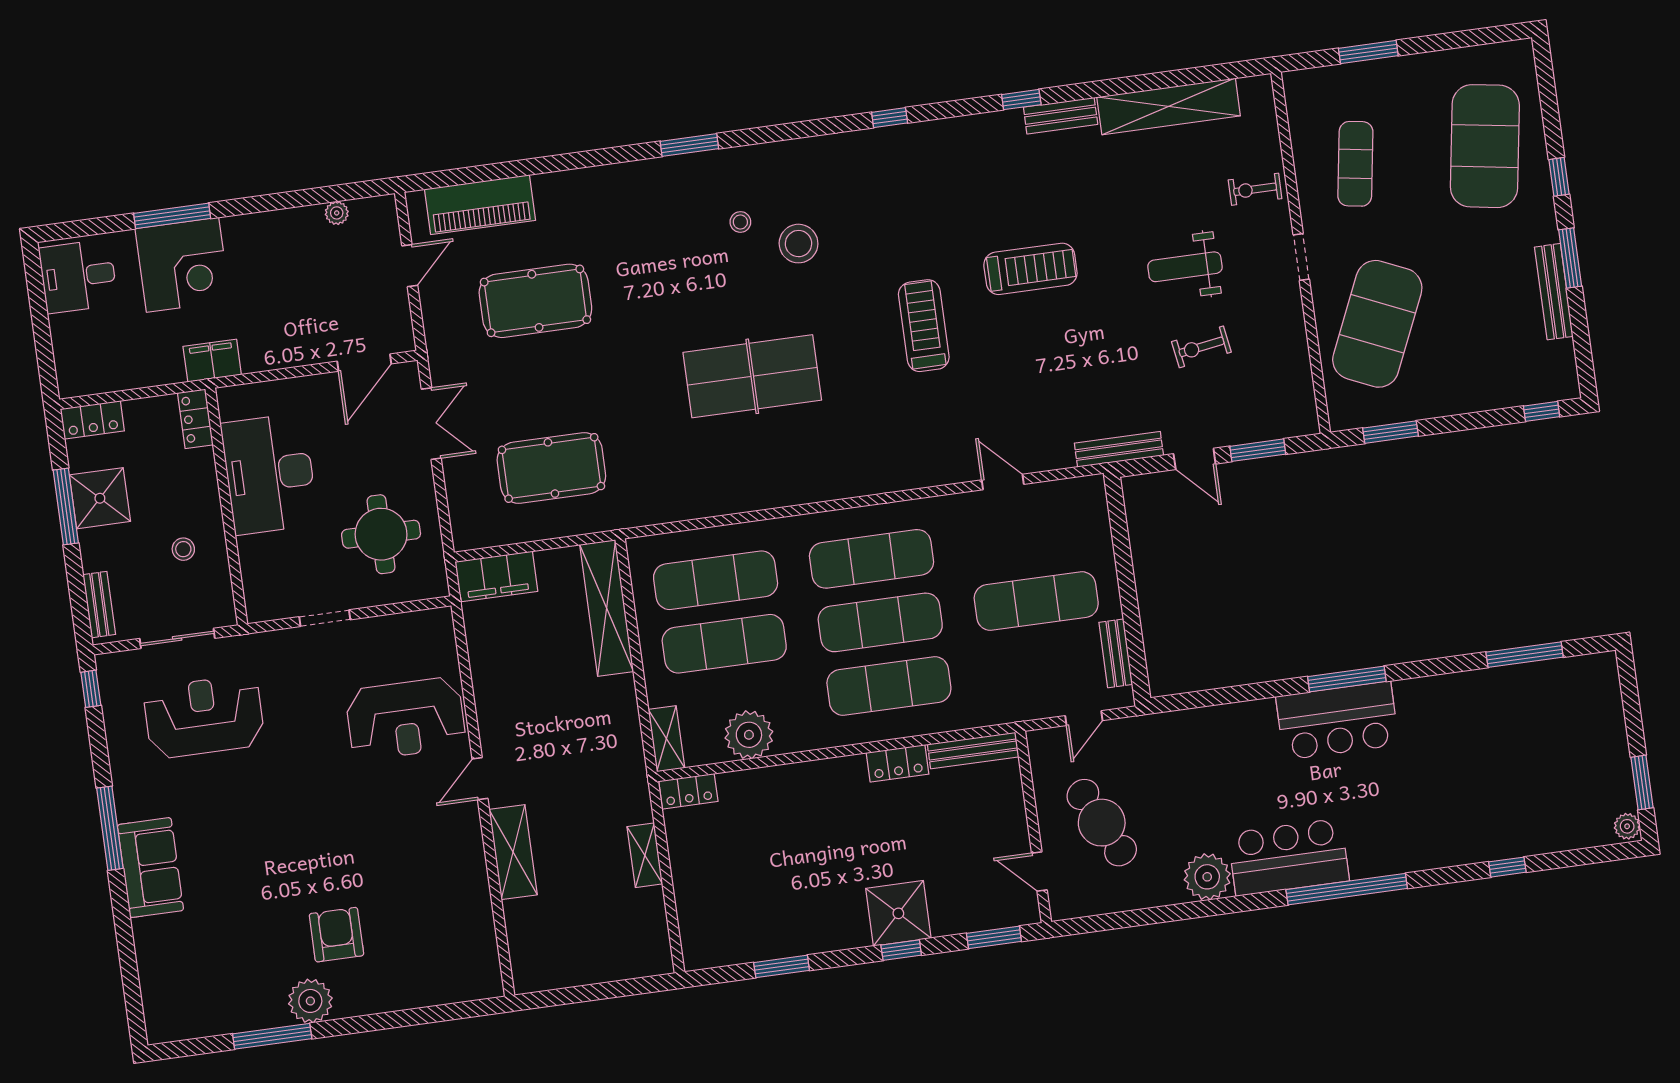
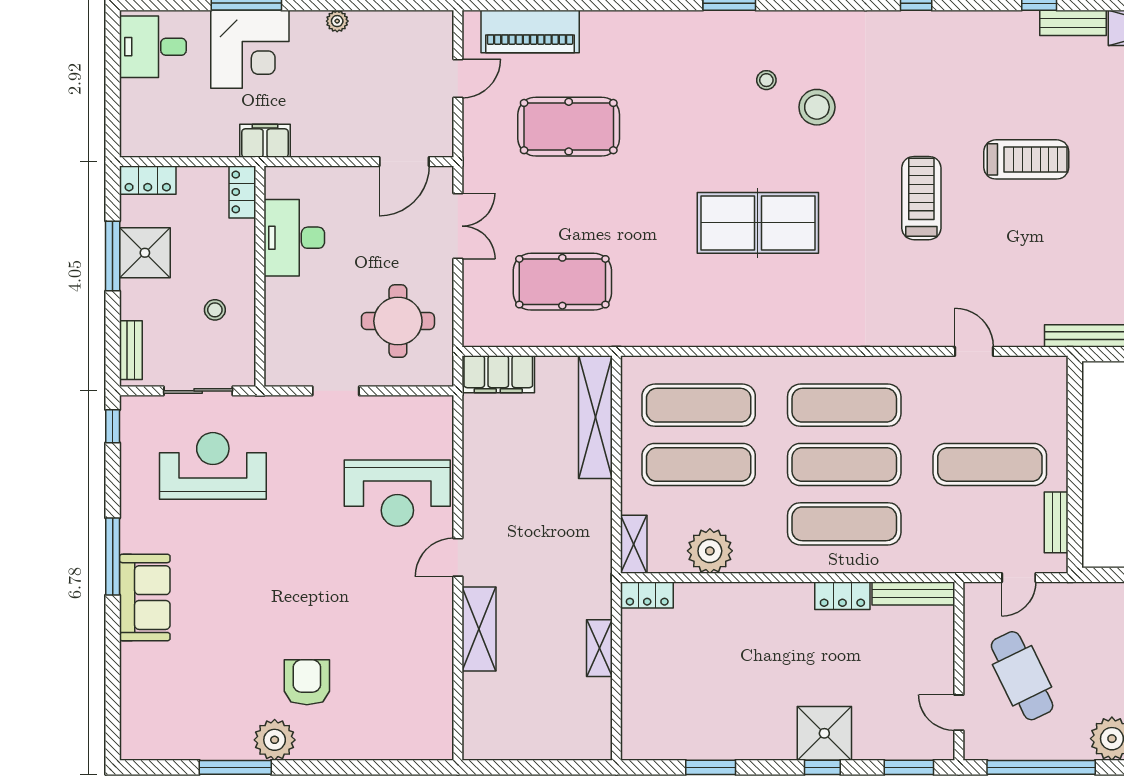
plant: (337, 213) -> (337, 21), moved
desk: (269, 474) -> (294, 238), width x0.73, depth x0.77
window: (1136, 918) -> (1041, 767), added

